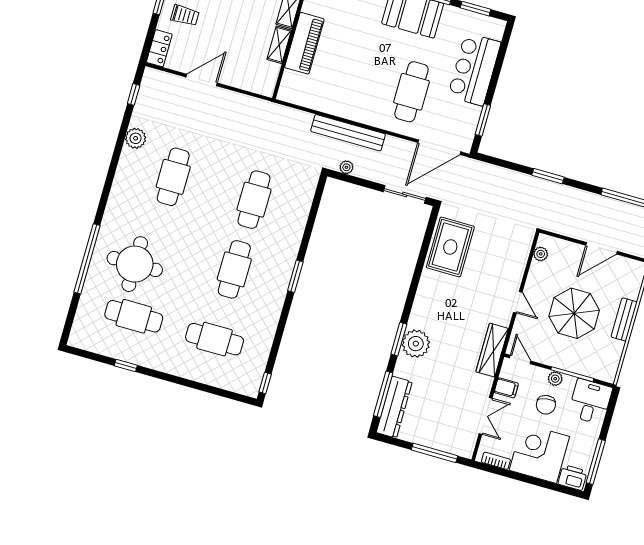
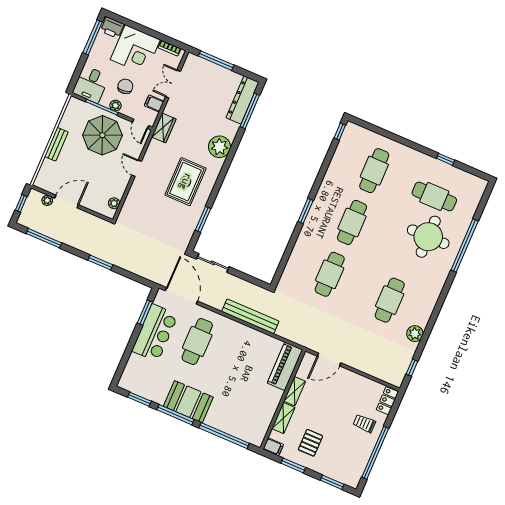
piano: (304, 43) -> (285, 366), moved
bar counter: (474, 69) -> (155, 333), moved
door: (202, 80) -> (329, 359), moved
door: (439, 147) -> (181, 296), hinge flipped
plant: (346, 167) -> (47, 200), moved
rug: (450, 247) -> (186, 182), moved
parasol: (574, 313) -> (102, 135), moved
cafe table: (215, 339) -> (374, 171), turned 90
window: (399, 339) -> (203, 219), moved
wardrobe: (492, 350) -> (164, 128), width x0.67

